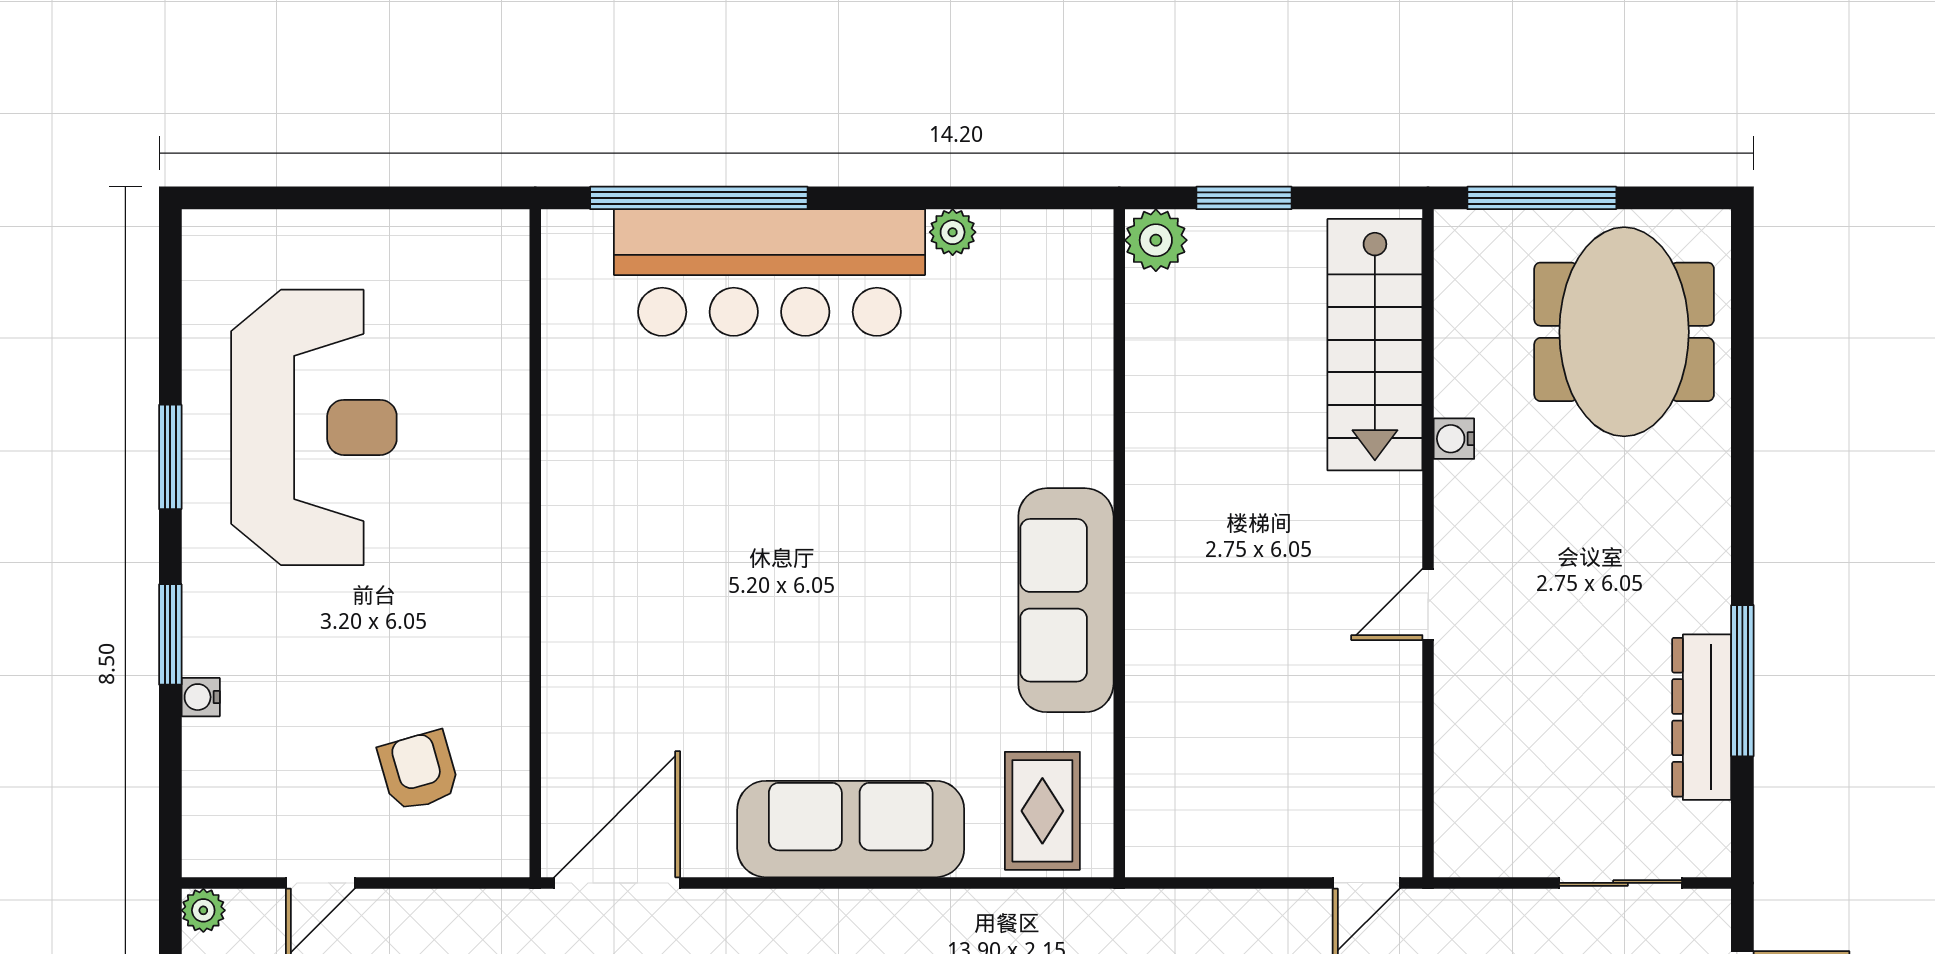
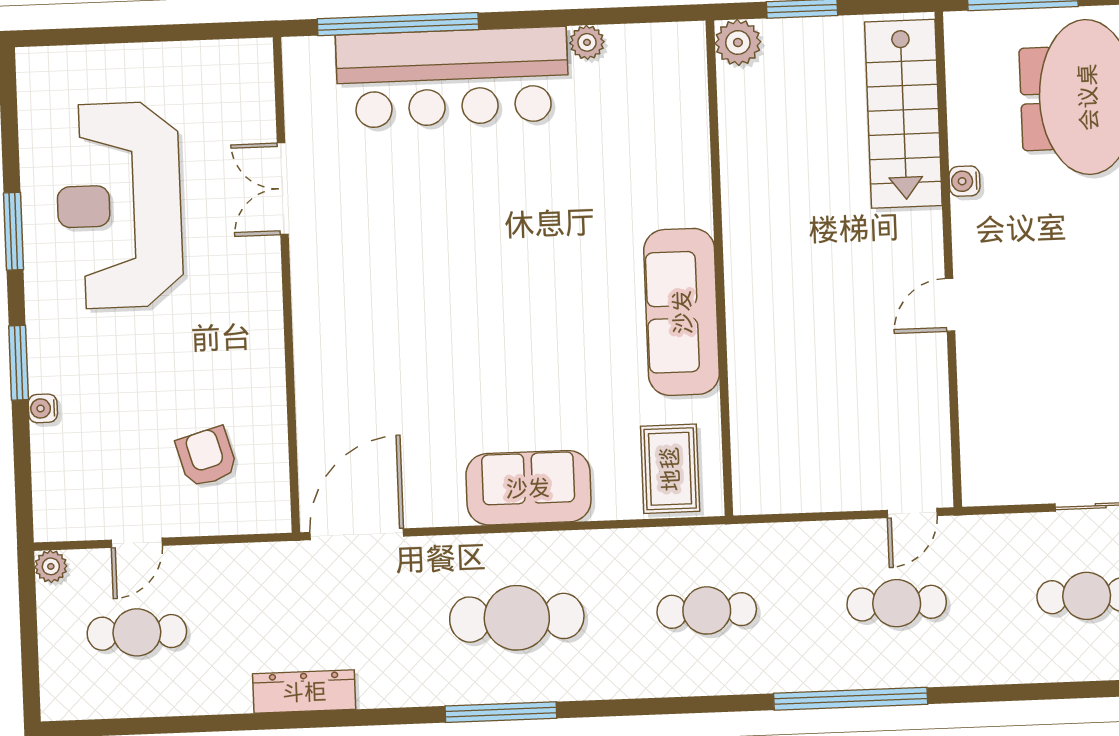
double door: (535, 414) -> (283, 189), added
reception desk: (314, 427) -> (119, 205), turned 180
sofa: (851, 829) -> (528, 488), width x0.73

